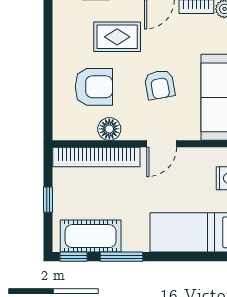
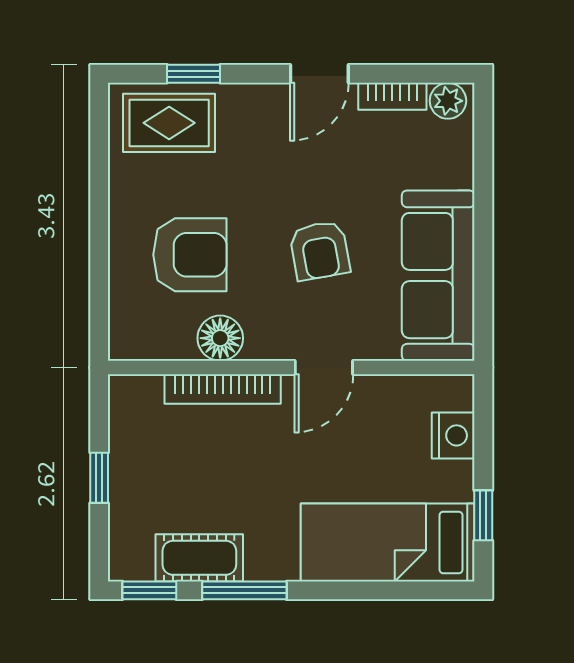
rug: (117, 37) -> (169, 123), moved
bookcase: (96, 157) -> (223, 389), width x0.68, depth x0.76
cot: (91, 236) -> (199, 558), width x0.73, depth x0.75

